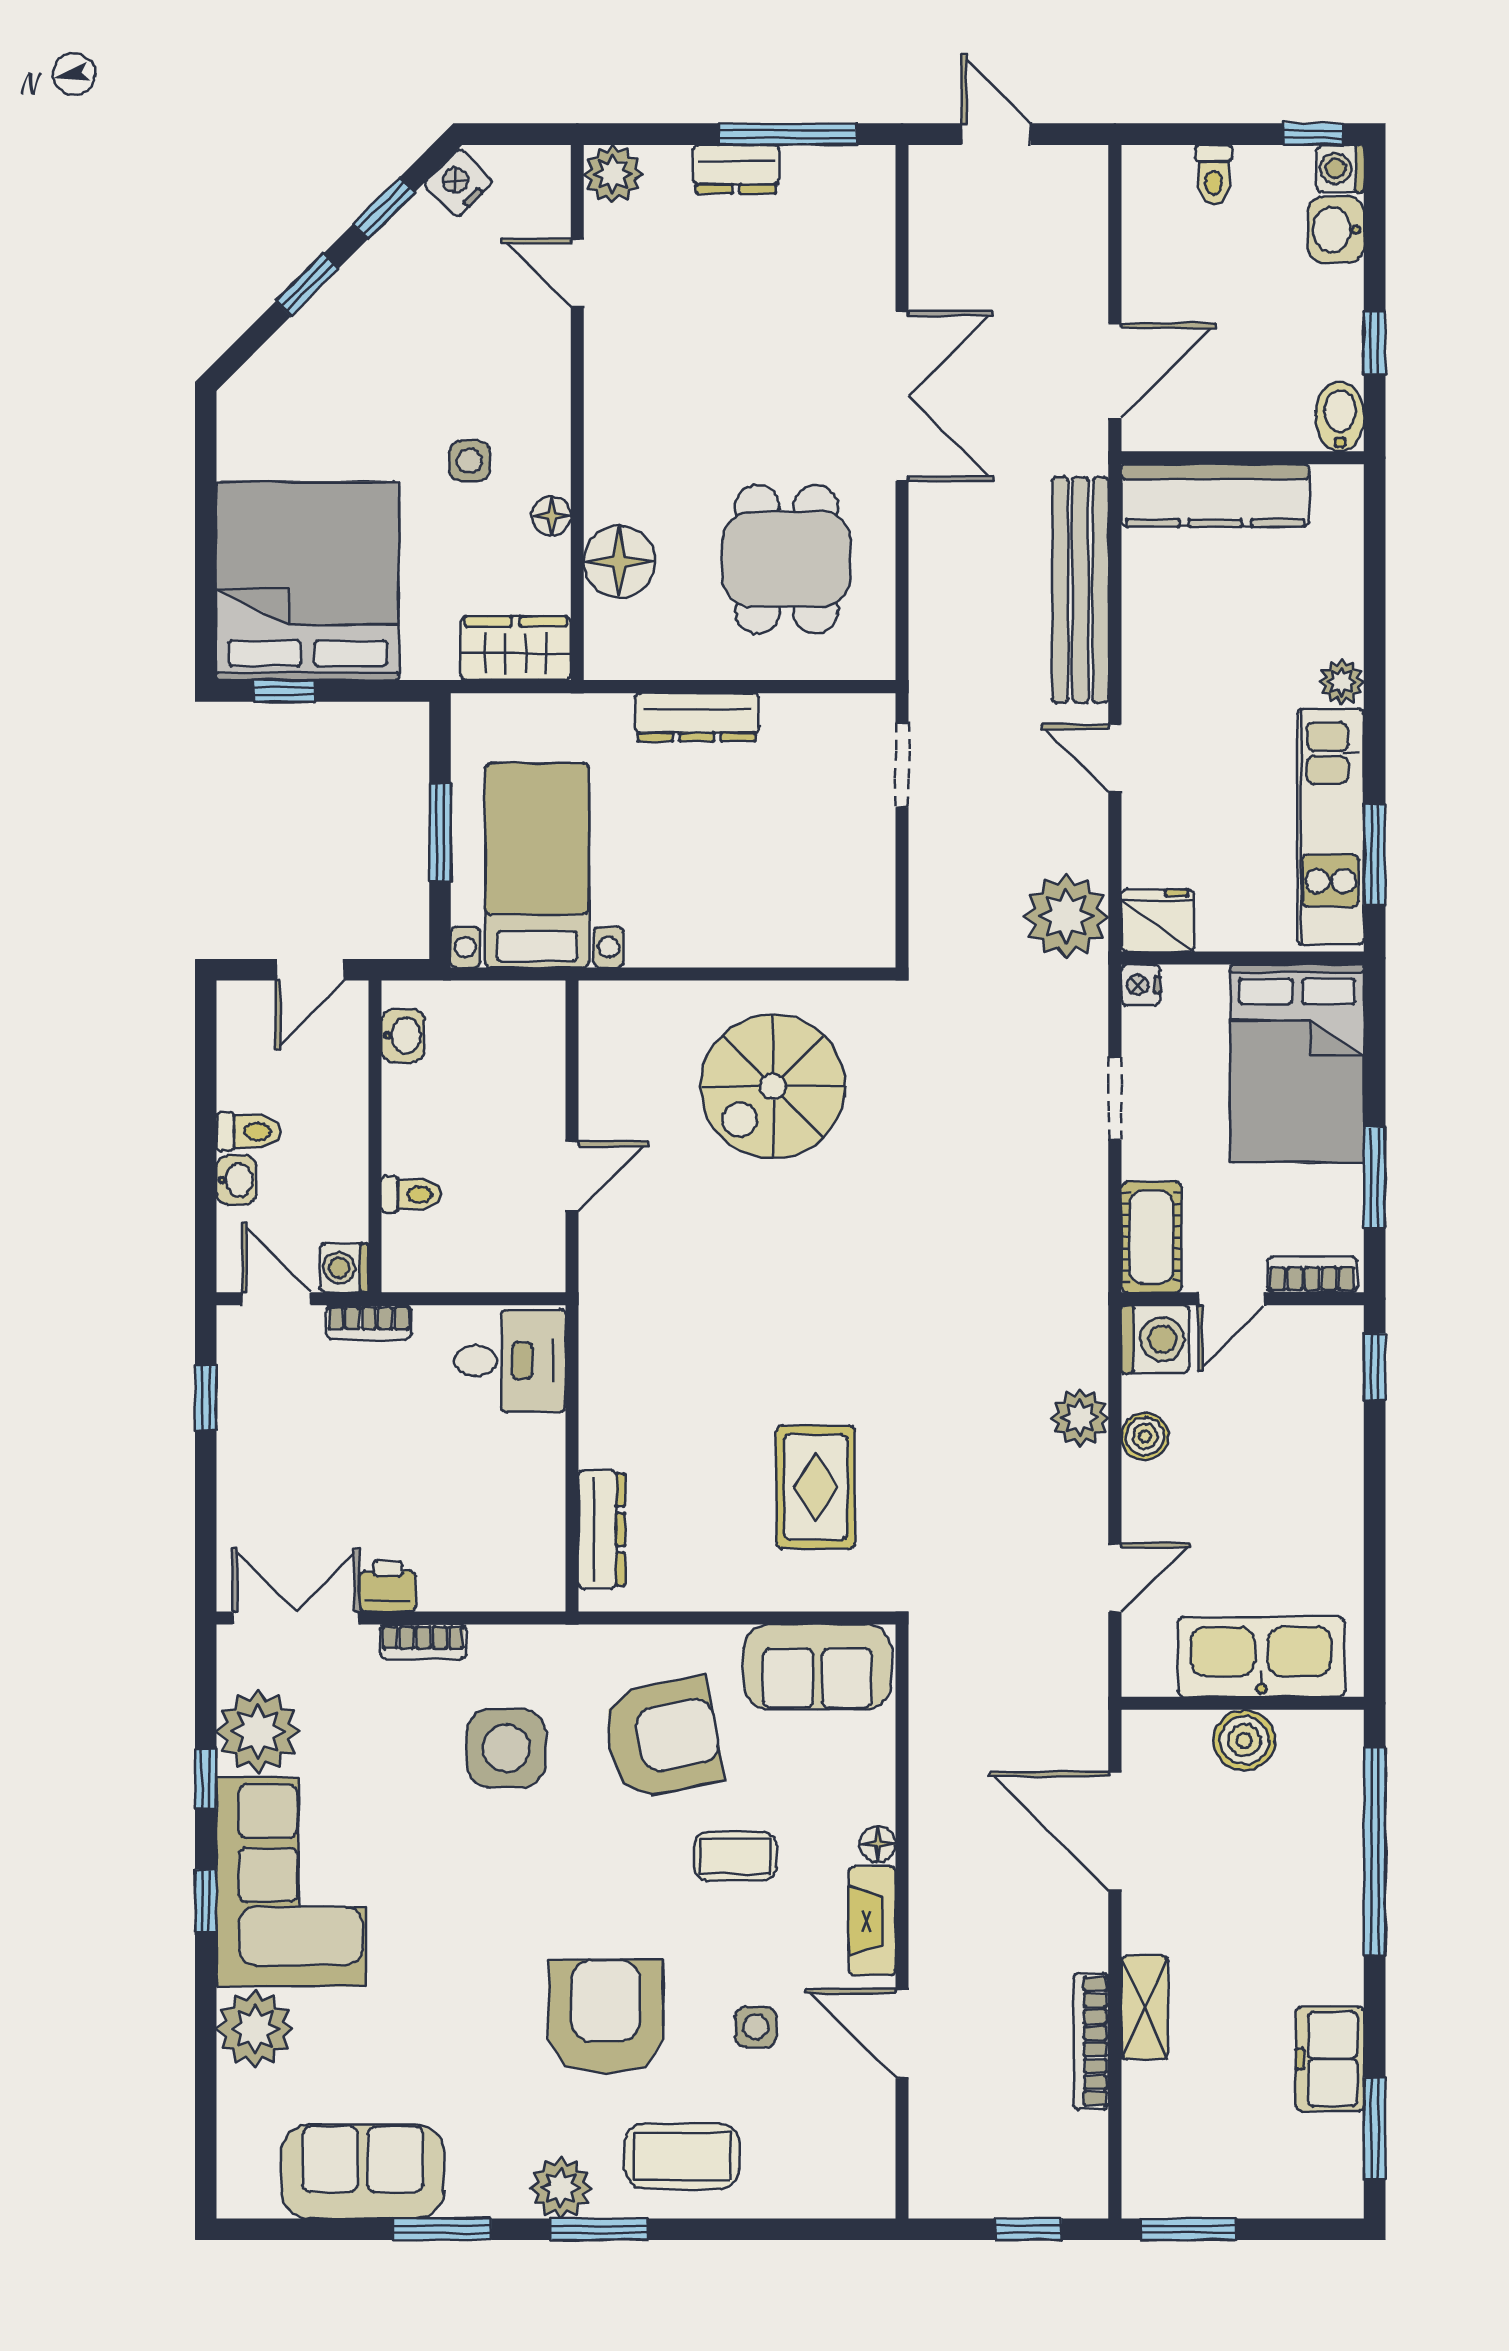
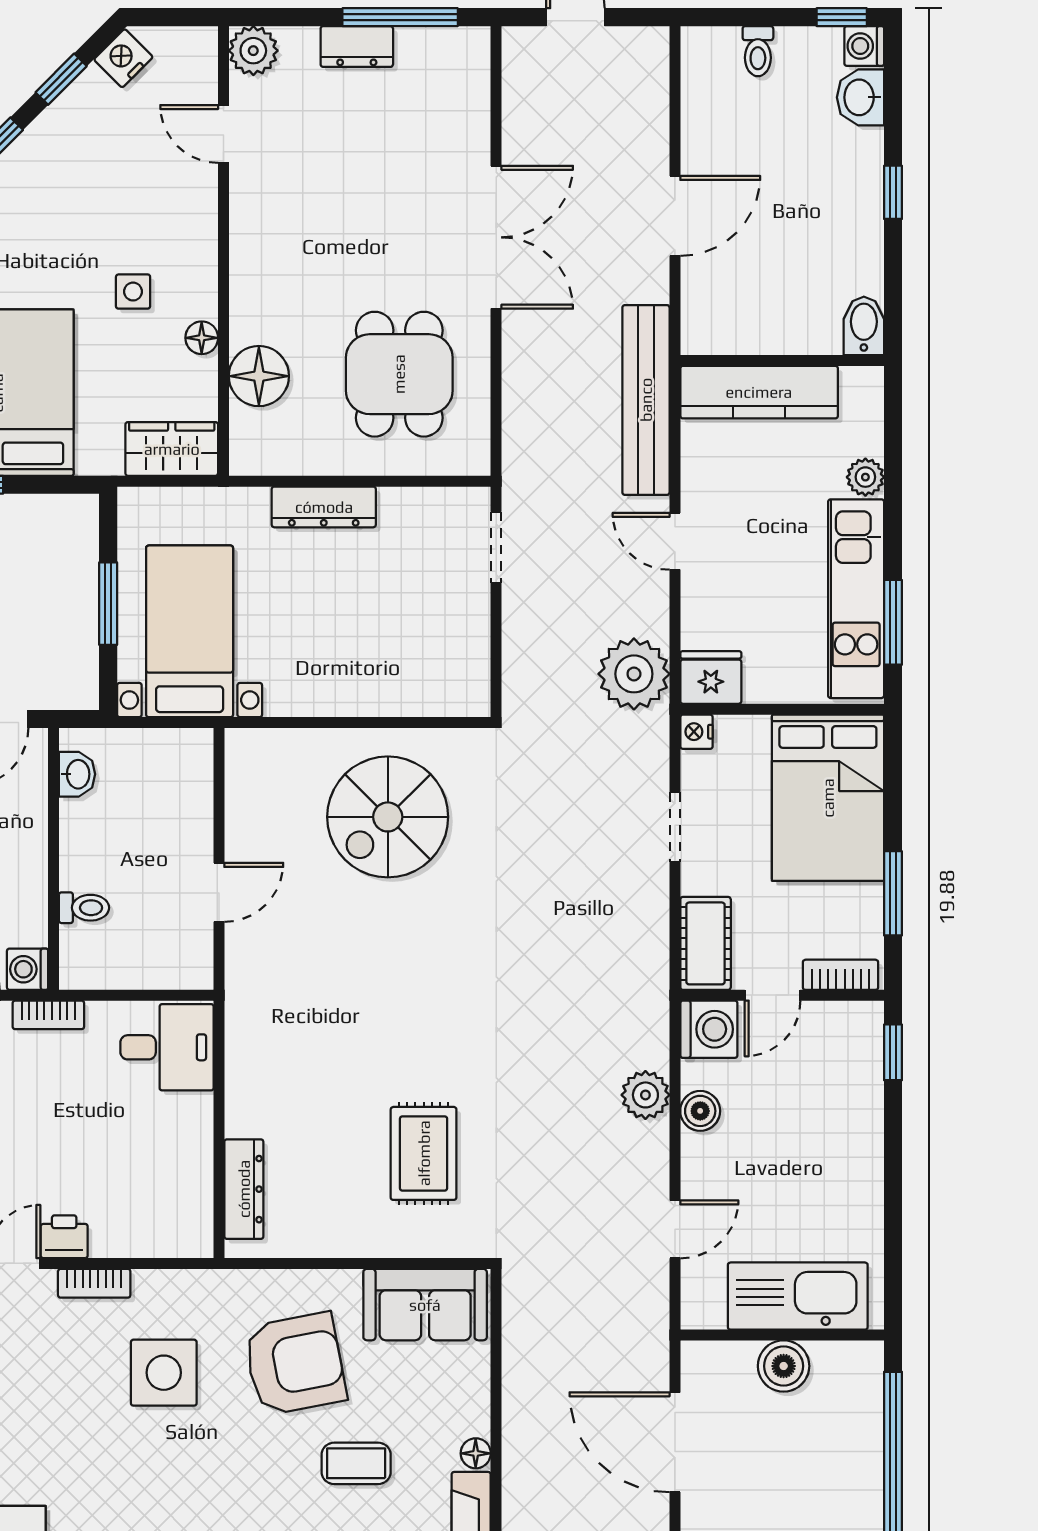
bidet: (1340, 416) -> (864, 326), moved
wall: (1243, 458) -> (782, 360), moved
kitchen counter: (1215, 495) -> (759, 392), moved

